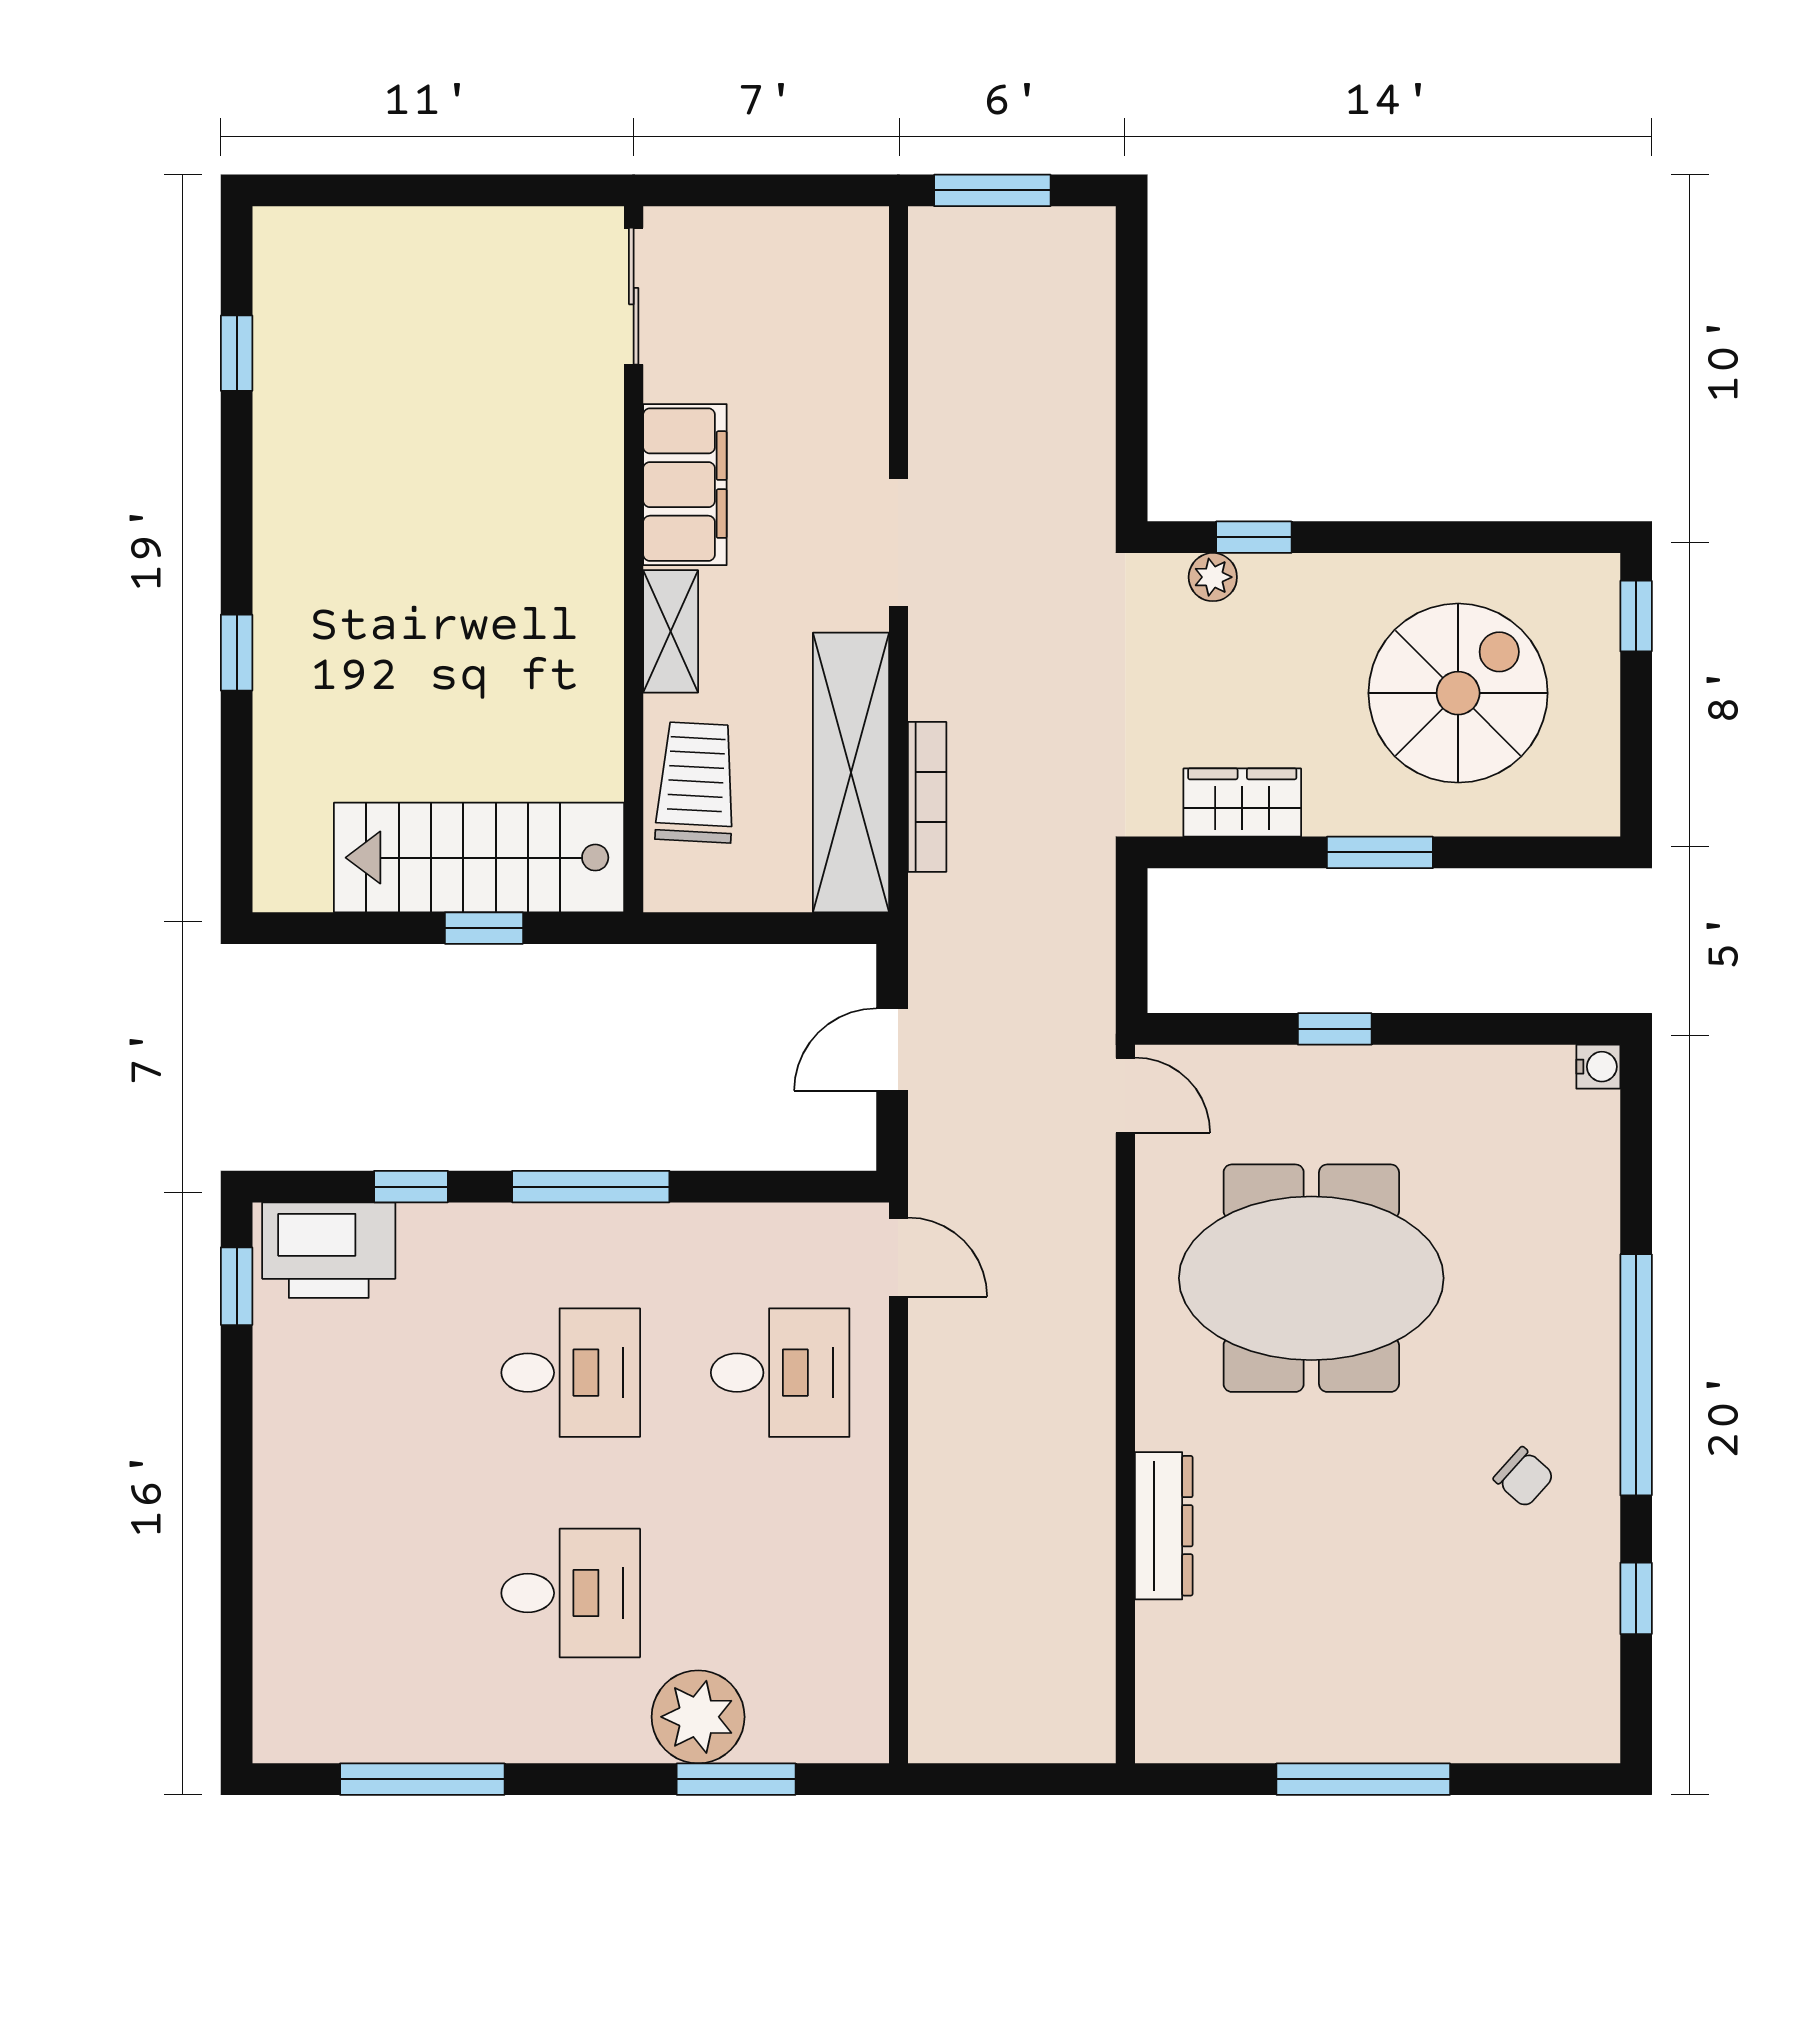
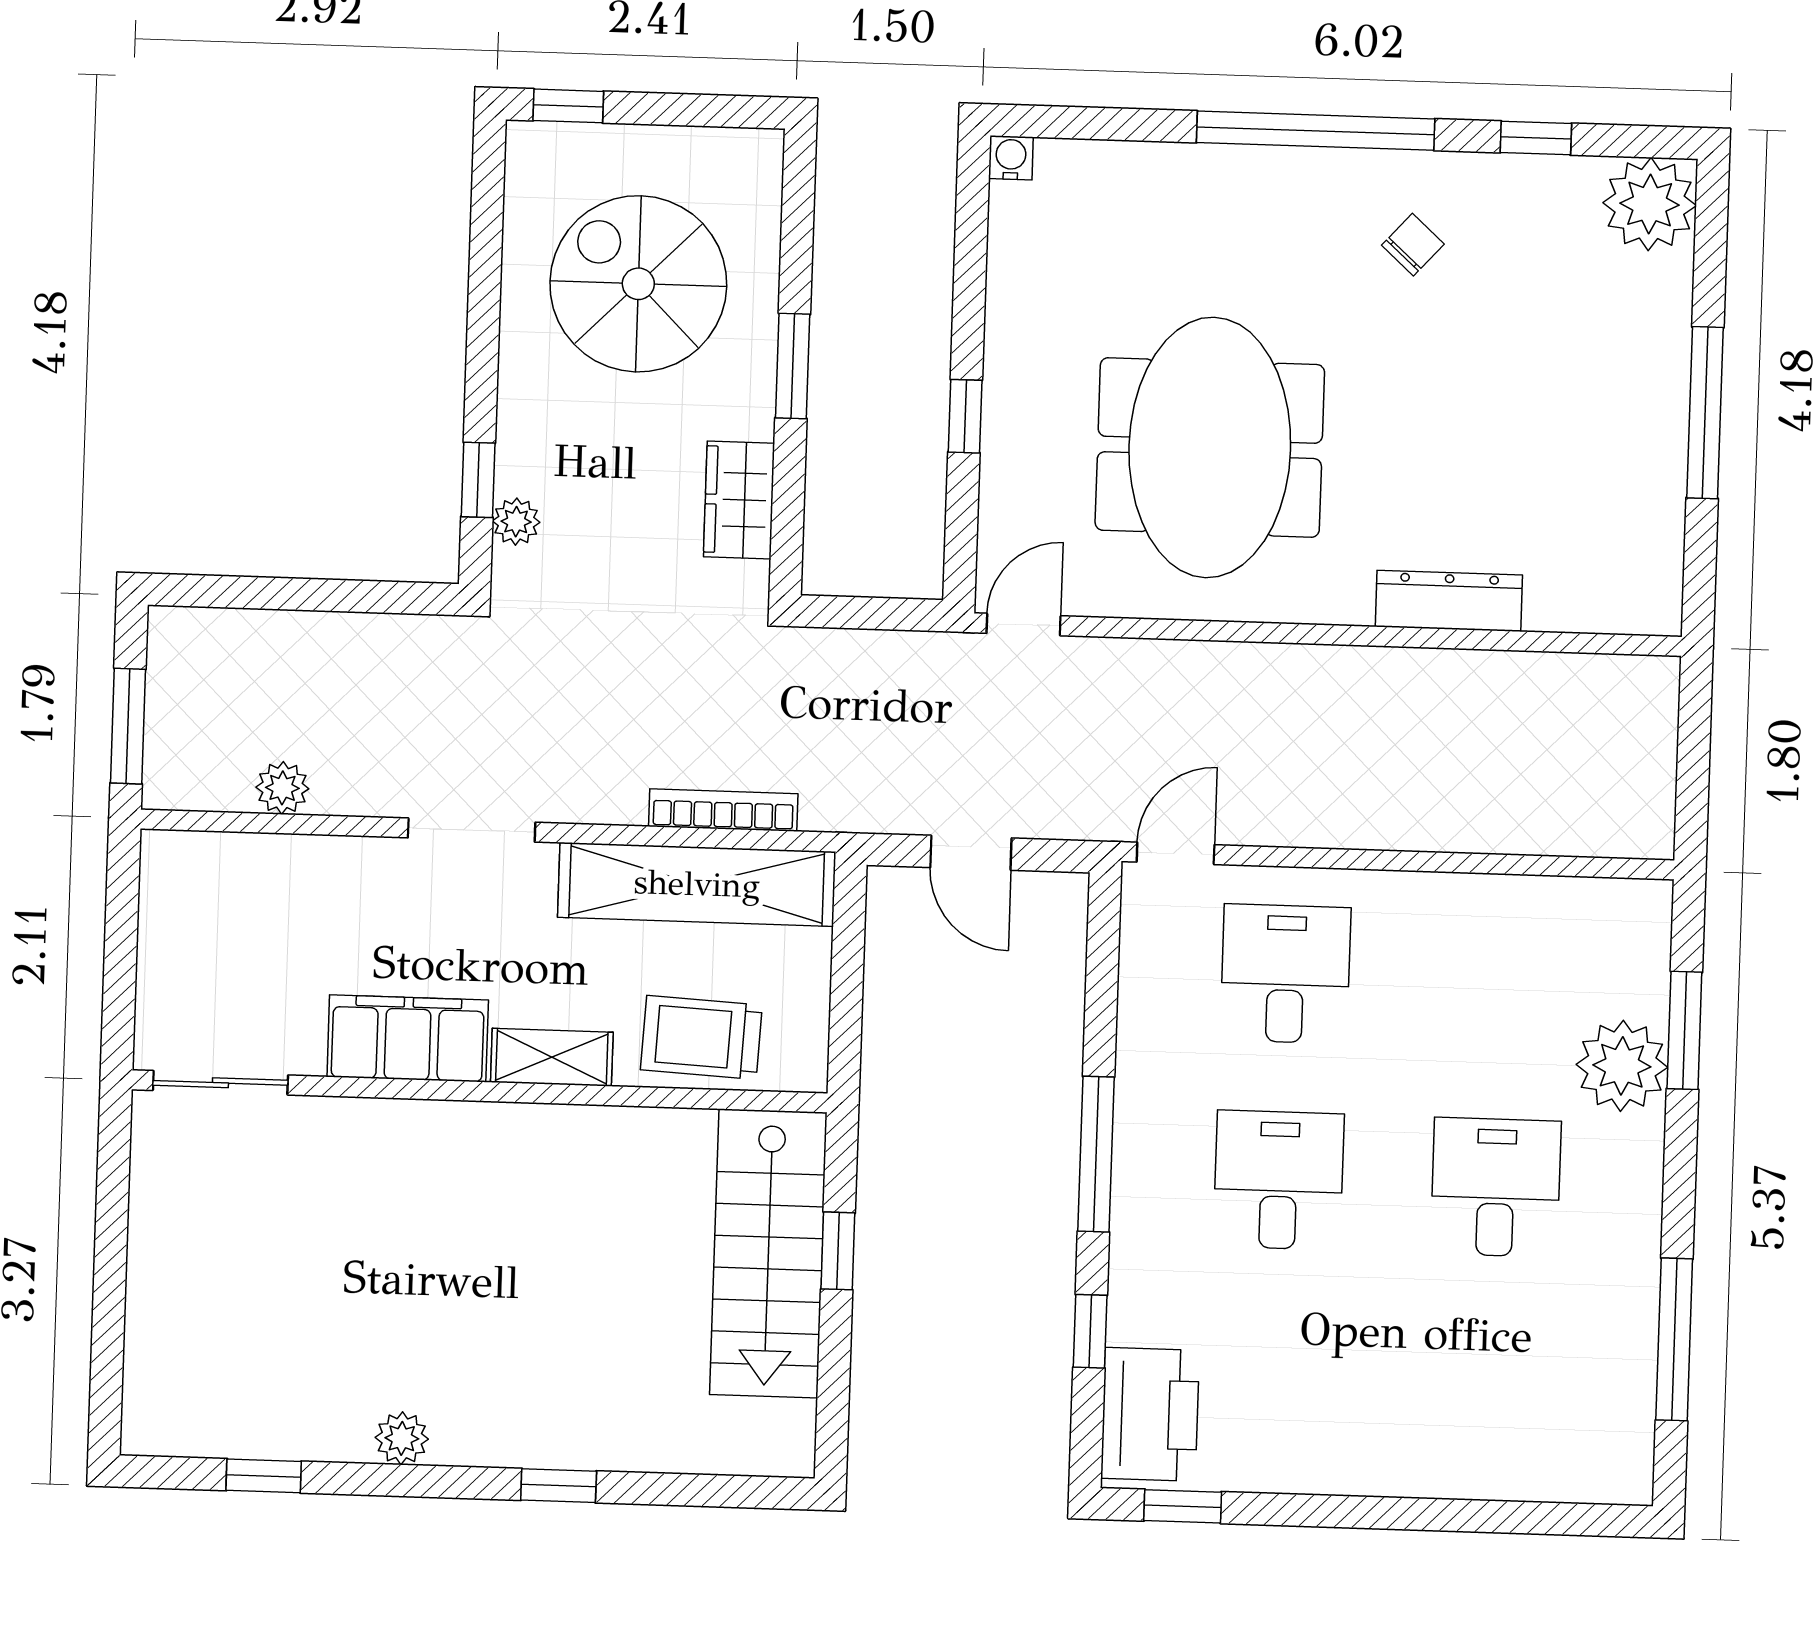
plant: (935, 349) -> (282, 788), added
plant: (279, 492) -> (402, 1438), added
plant: (1573, 1716) -> (1650, 204), added

